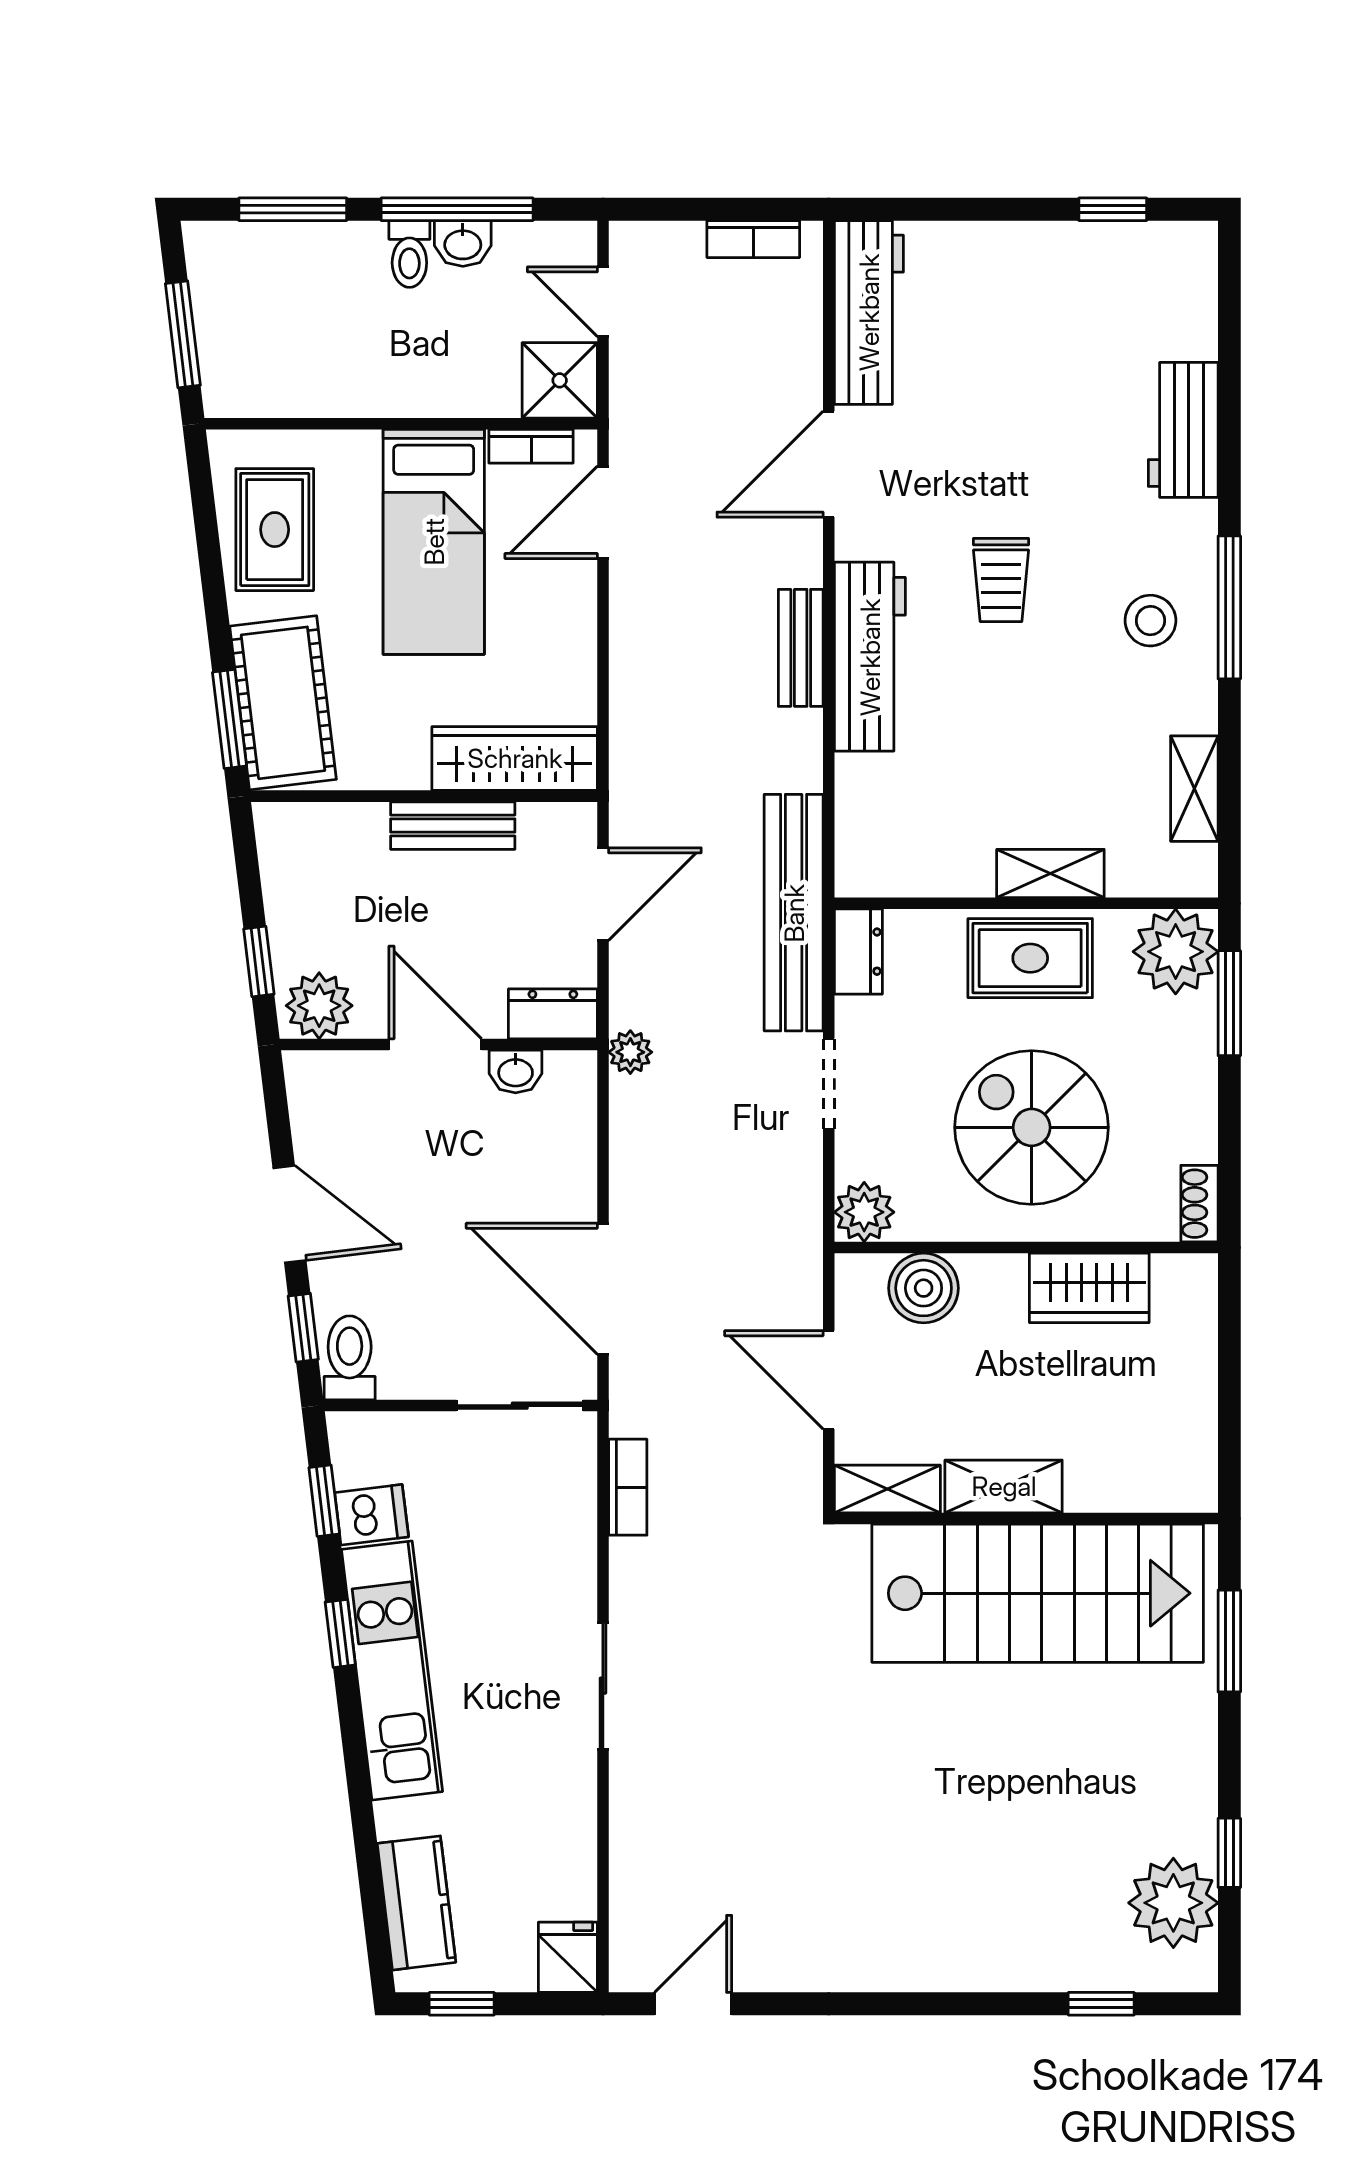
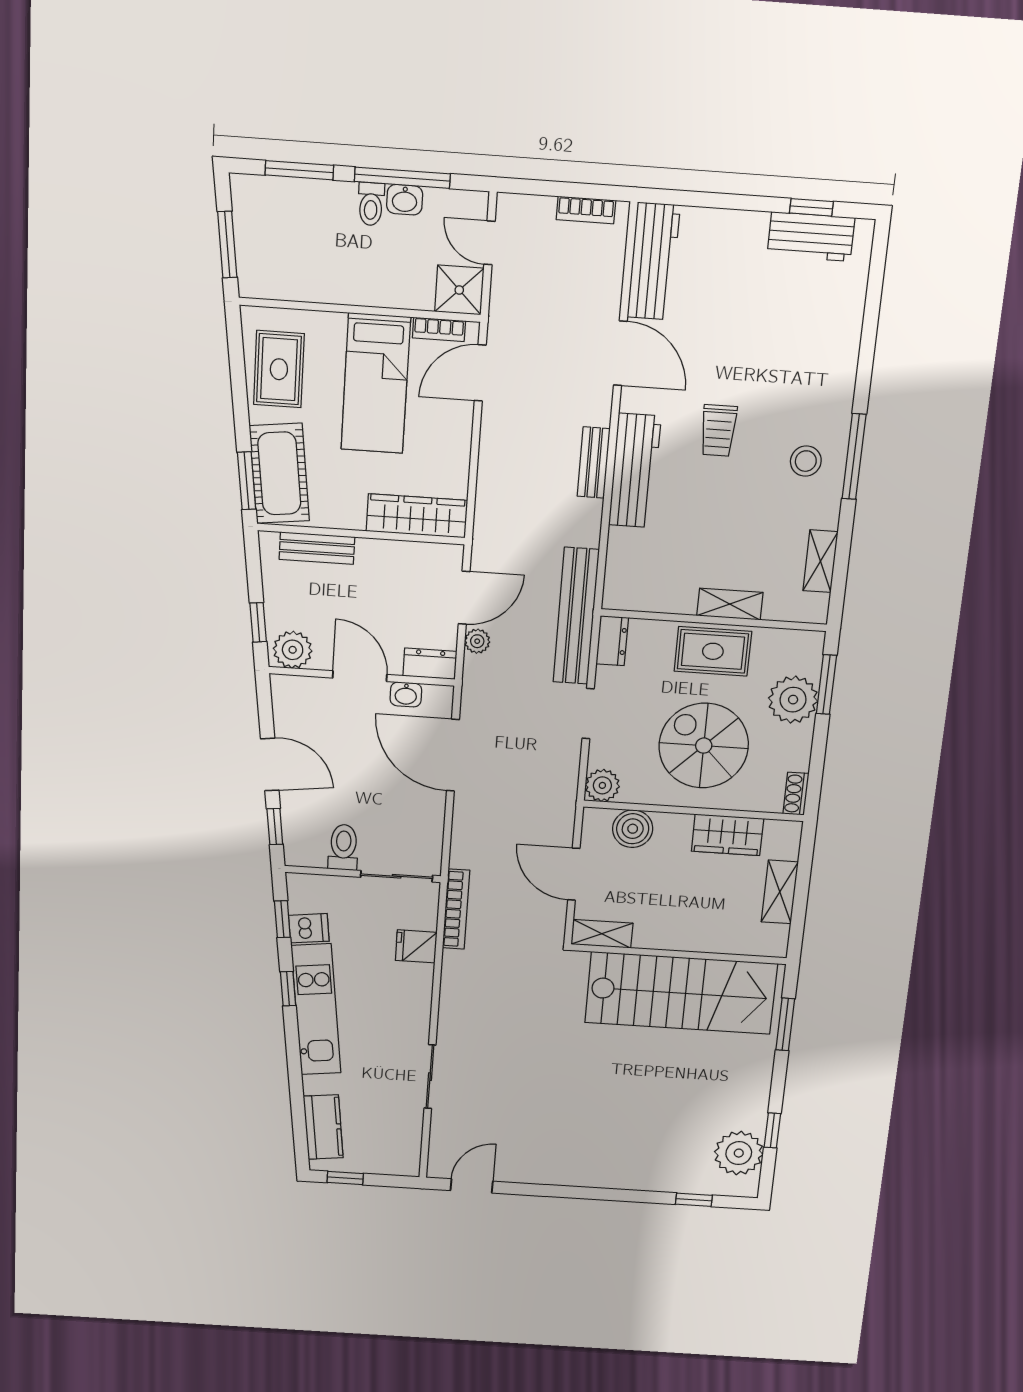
workbench: (1183, 430) -> (811, 237), moved, turned -90
door: (829, 464) -> (620, 353), swing flipped
bench: (453, 826) -> (317, 548), moved
plant: (1176, 952) -> (793, 700), moved
plant: (630, 1052) -> (477, 641), moved
door: (603, 1289) -> (453, 755), moved
toilet: (350, 1358) -> (343, 847), moved
shelving: (1004, 1486) -> (780, 892), moved, turned 90
bookcase: (628, 1487) -> (456, 909), width x1.56
sliding door: (603, 1686) -> (430, 1077), moved
fridge: (568, 1957) -> (416, 946), moved, turned -90

